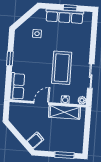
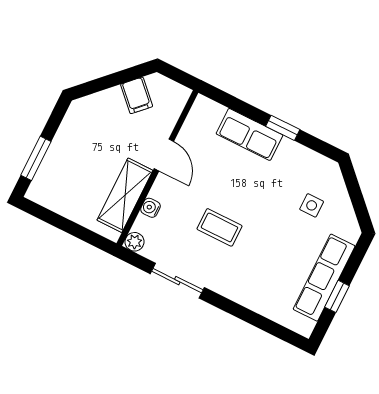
coffee table: (62, 68) -> (219, 227), width x0.54, depth x0.58
row of seats: (17, 86) -> (250, 134), moved
filing cabinet: (35, 140) -> (137, 95), moved

